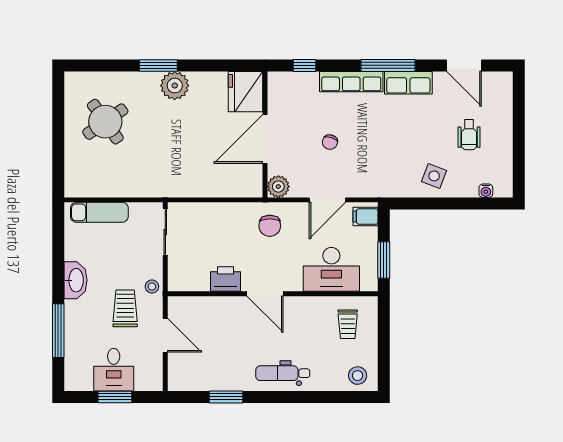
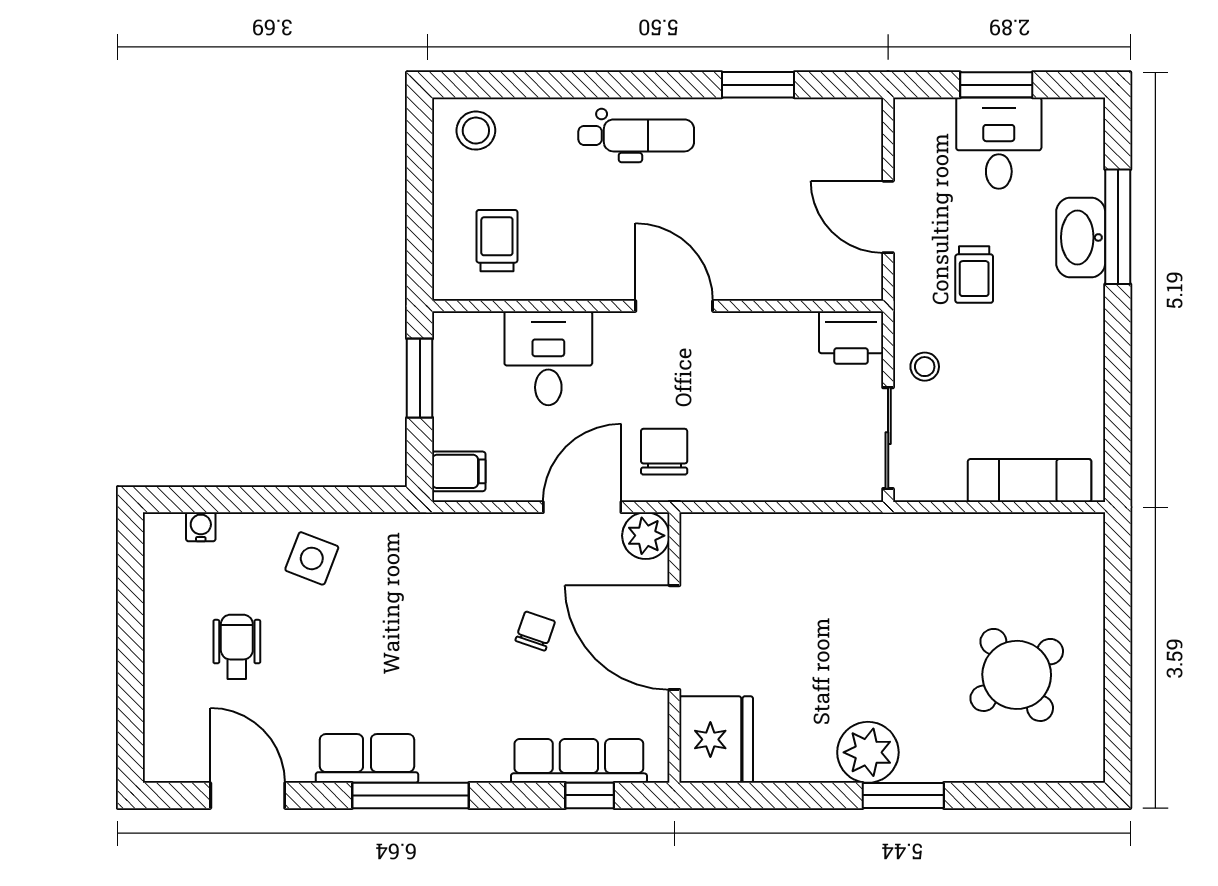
row of seats: (351, 82) -> (579, 761), moved
door: (265, 139) -> (674, 638), swing flipped
door: (327, 200) -> (582, 507), moved
desk: (331, 269) -> (548, 358), width x0.73
printer: (226, 279) -> (851, 337), moved
washbasin: (75, 280) -> (1081, 237), moved
stool: (152, 287) -> (925, 367), moved
trolley: (125, 308) -> (974, 275), width x0.73, depth x0.72

